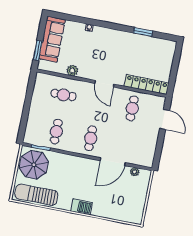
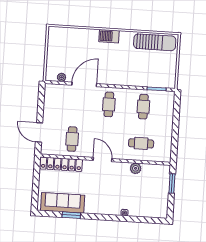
sofa: (52, 39) -> (63, 203), moved, turned 90
parasol: (34, 165) -> (161, 71), removed

